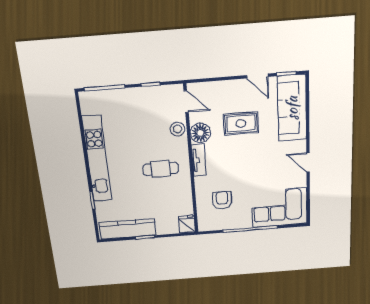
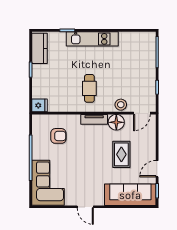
kitchen unit: (97, 159) -> (92, 39), width x0.73
door: (308, 162) -> (85, 207), swing flipped
kitchen counter: (128, 229) -> (40, 48), width x0.67

